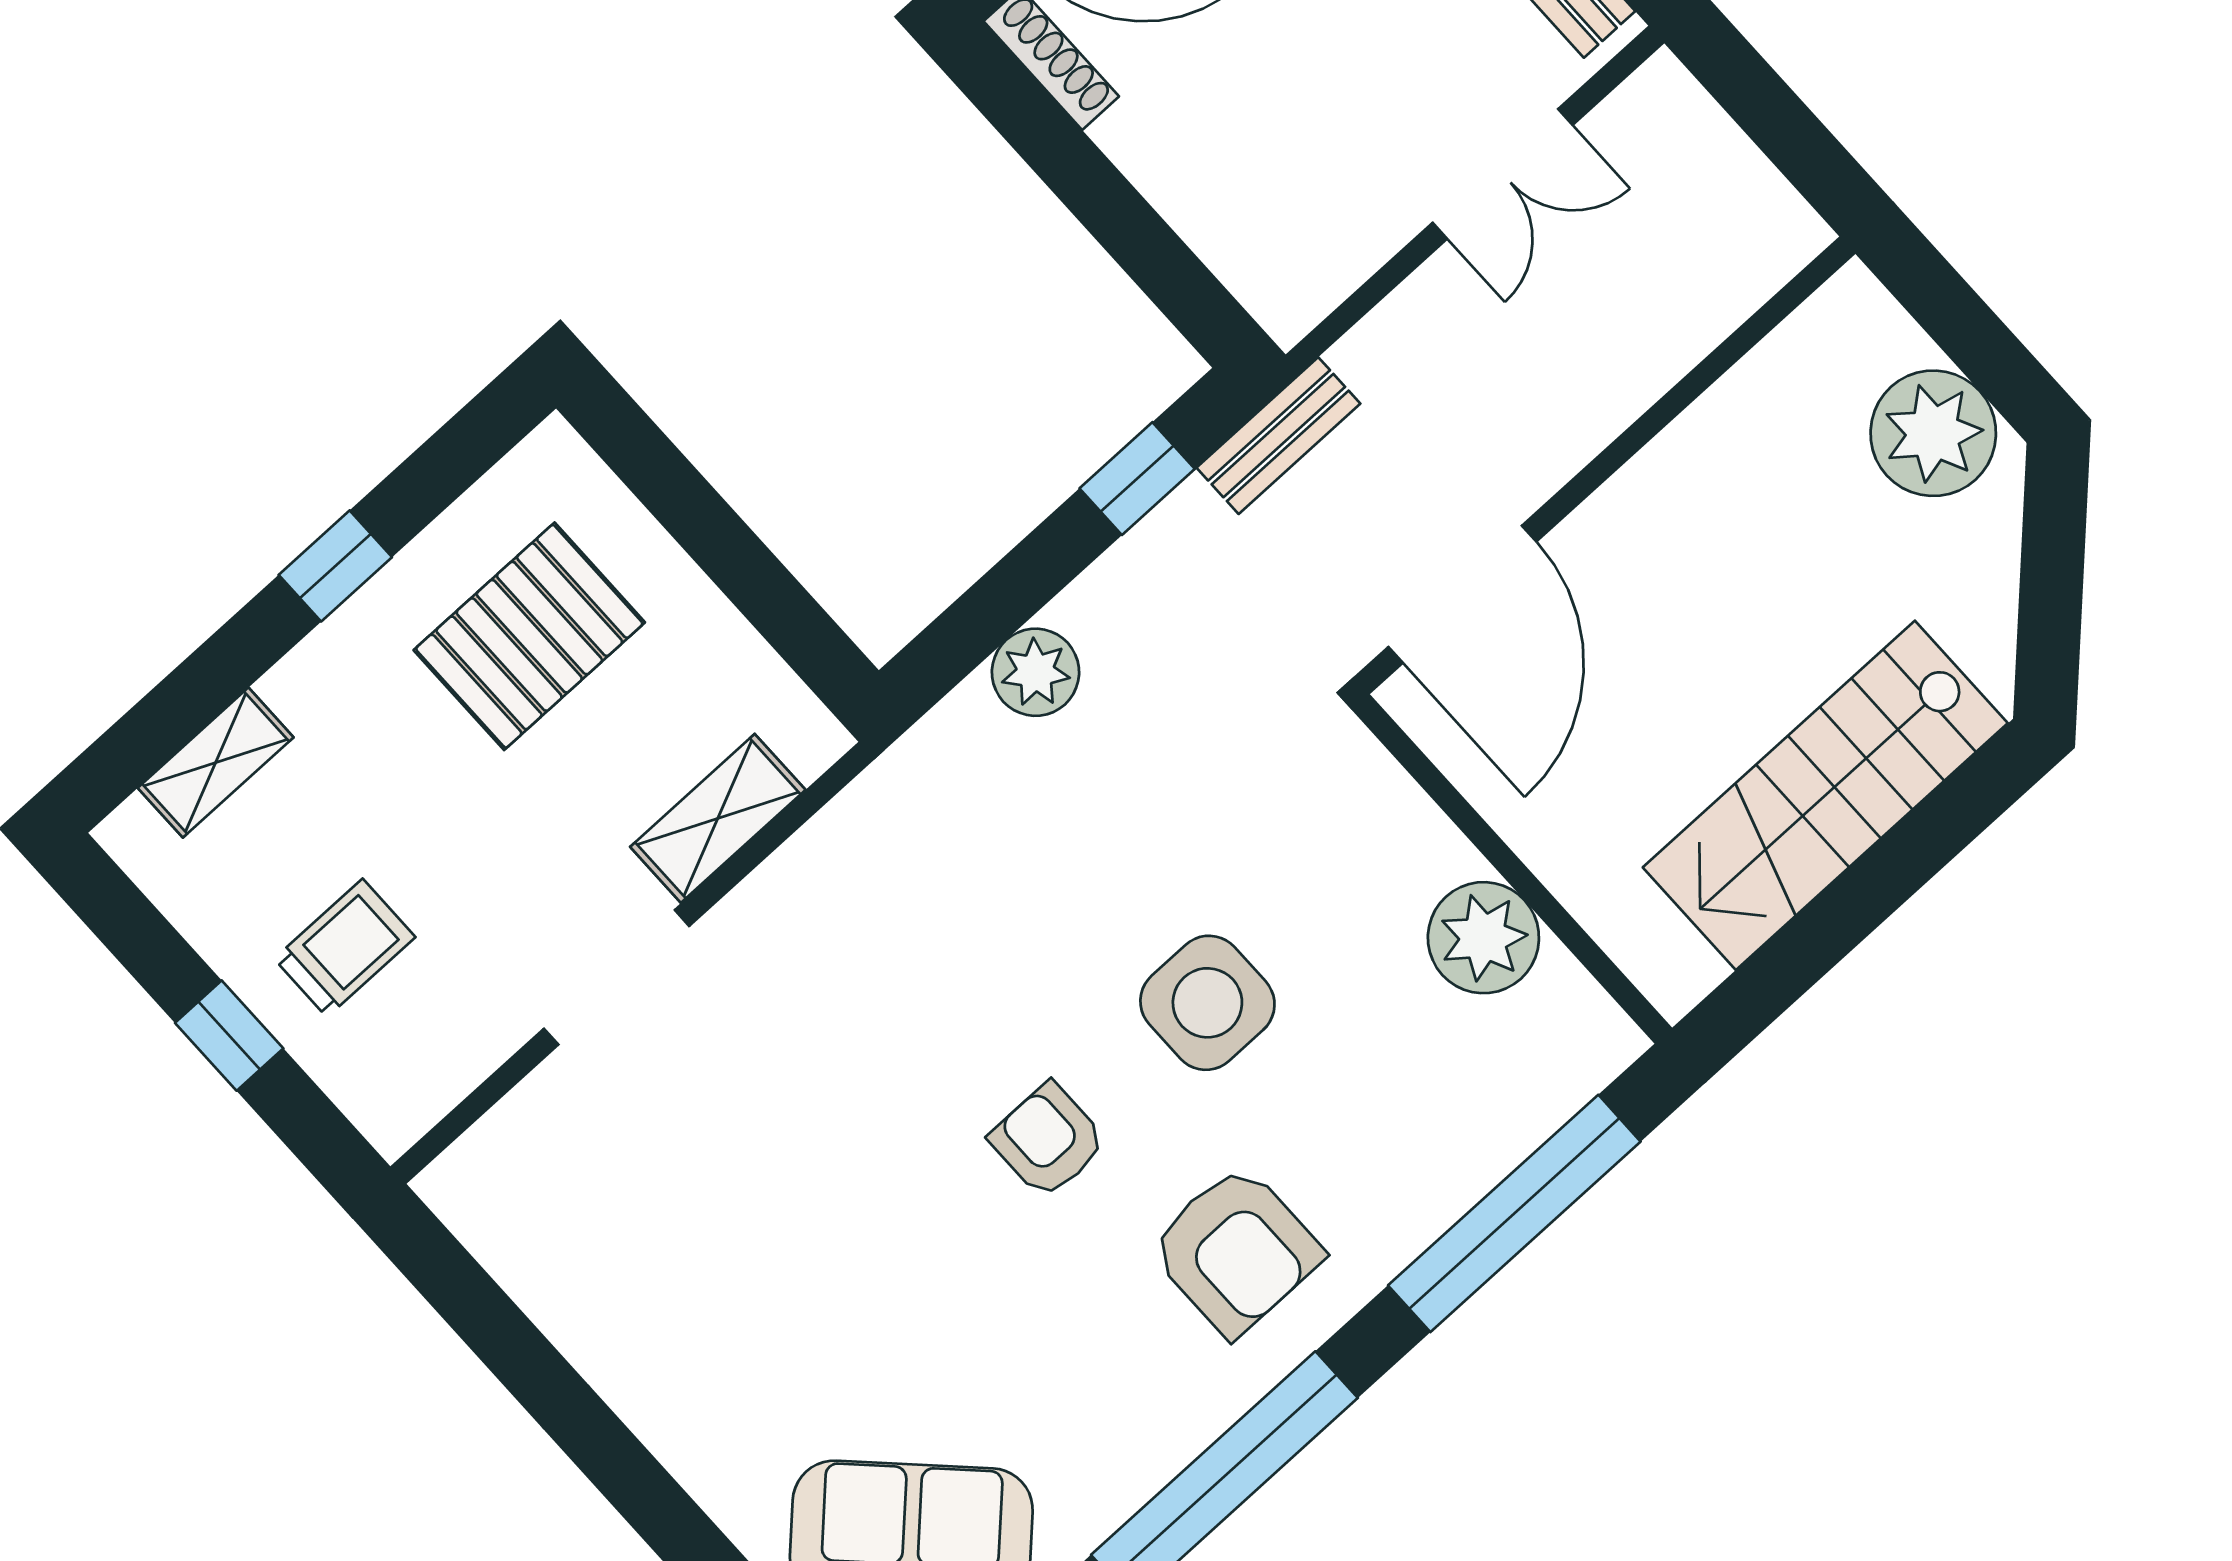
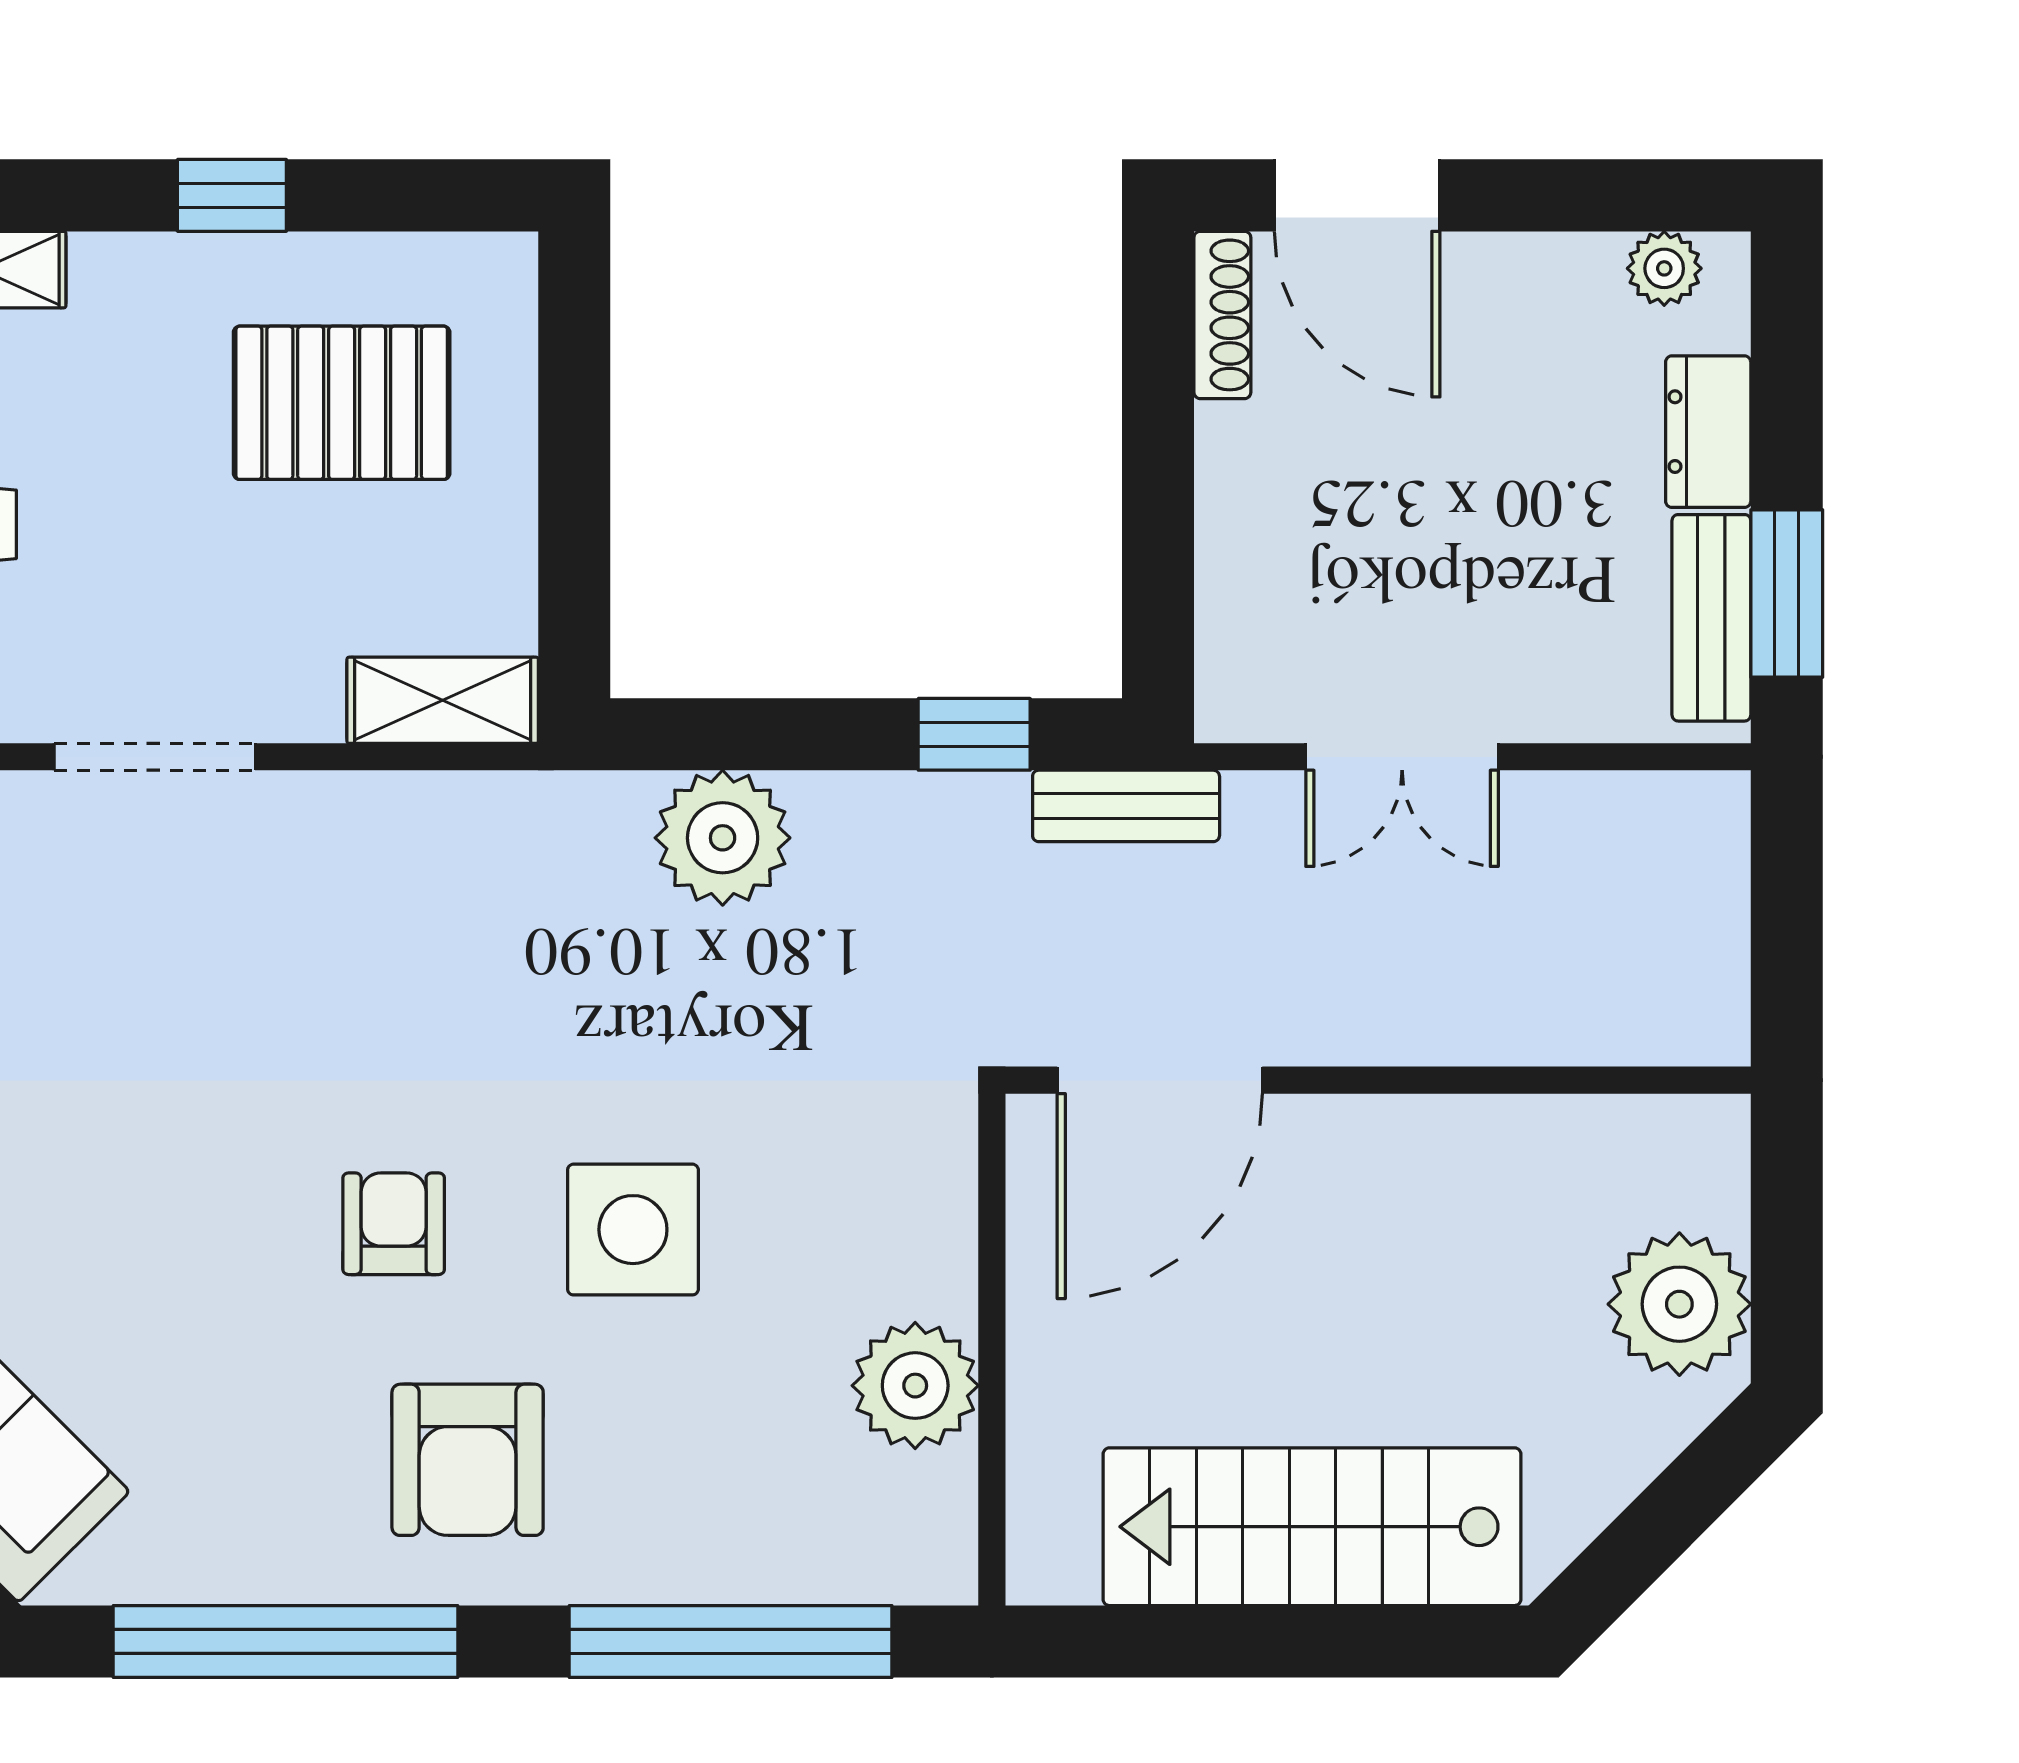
double door: (1503, 174) -> (1402, 757), moved
plant: (1036, 672) -> (723, 838), width x1.36, depth x1.36
shelving: (718, 818) -> (443, 700), moved

